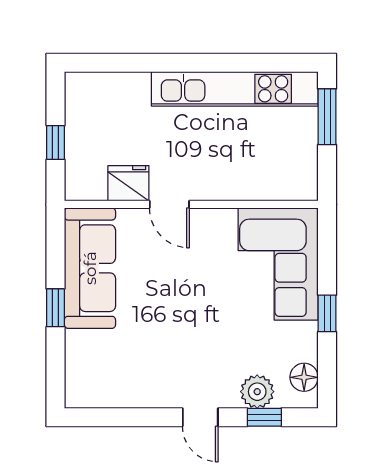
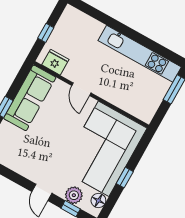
fridge: (128, 183) -> (55, 62), moved
corner sofa: (278, 264) -> (104, 149), width x1.36, depth x1.36

